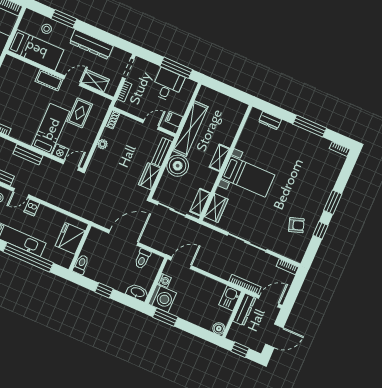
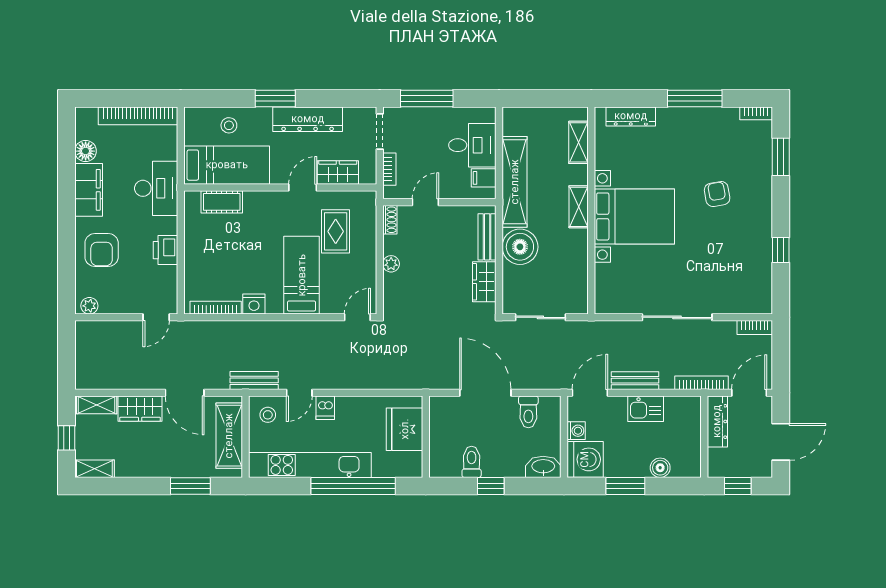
window: (64, 19) -> (275, 98), moved
window: (176, 68) -> (427, 98), moved
cot: (49, 80) -> (222, 202), moved
desk: (168, 85) -> (472, 145), moved, turned 90
dresser: (270, 121) -> (631, 116), width x1.44
door: (151, 125) -> (425, 202), moved
nightstand: (60, 152) -> (254, 304), moved
bench: (28, 155) -> (635, 381), moved
bed with nightstands: (248, 177) -> (634, 216), width x1.36
shelving: (200, 202) -> (579, 142), moved
window: (333, 202) -> (781, 157), moved
wardrobe: (216, 208) -> (607, 286), removed
armchair: (296, 225) -> (717, 194), moved, turned -82
door: (123, 238) -> (485, 393), hinge flipped
toilet: (81, 265) -> (472, 462), moved
kitchen sink: (230, 298) -> (646, 409), moved, turned -90
window: (165, 317) -> (625, 486), moved
boiler: (219, 329) -> (660, 468), moved

